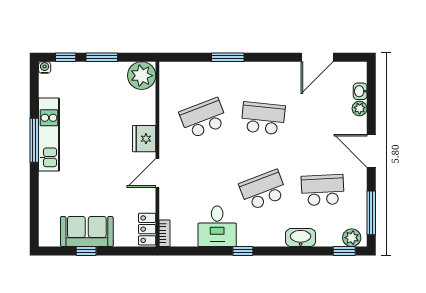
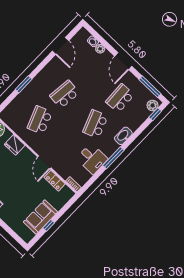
fridge: (144, 139) -> (15, 145), moved
door: (371, 151) -> (123, 61), hinge flipped
locker: (147, 229) -> (55, 181), moved
washbasin: (301, 238) -> (123, 136), moved
window: (243, 251) -> (113, 158), width x2.17

